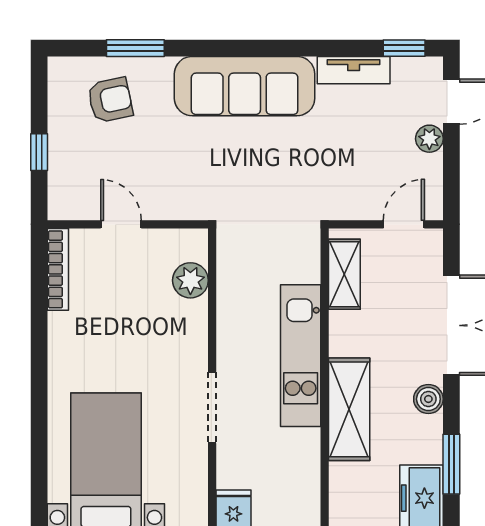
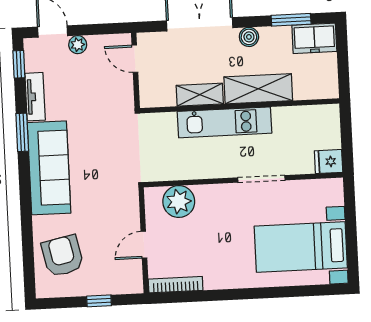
window: (135, 48) -> (22, 132), moved
armchair: (110, 100) -> (62, 256), width x1.38, depth x1.38
shelving: (344, 274) -> (200, 95), moved
plant: (190, 280) -> (179, 202), width x1.36, depth x1.36

